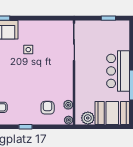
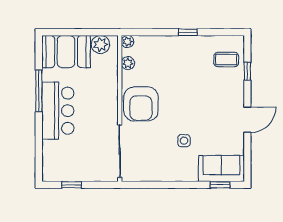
armchair: (48, 108) -> (141, 104), moved, width x1.88, depth x1.88

